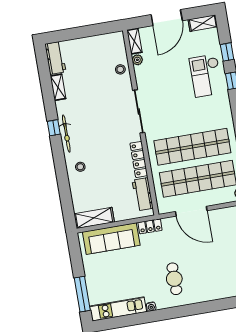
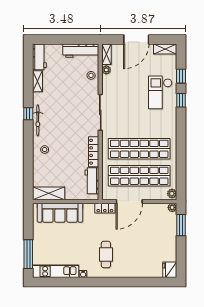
workbench: (103, 42) -> (81, 51), added
door: (191, 211) -> (129, 201), hinge flipped
locker: (150, 226) -> (105, 208), moved

